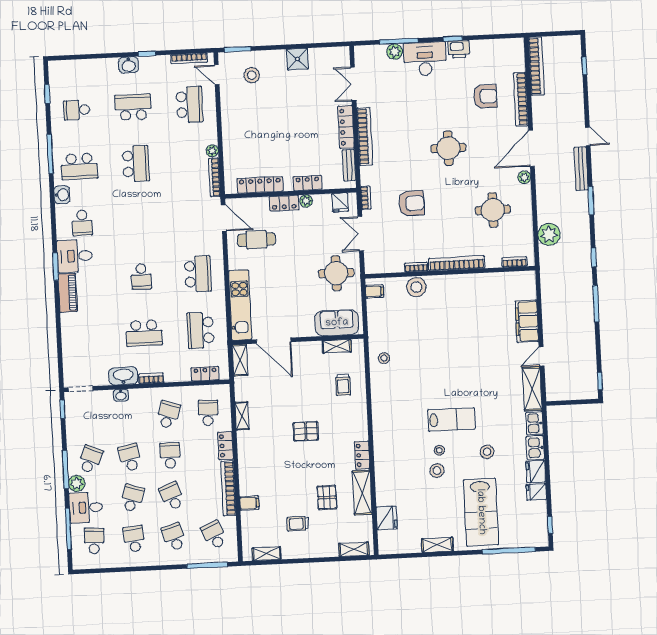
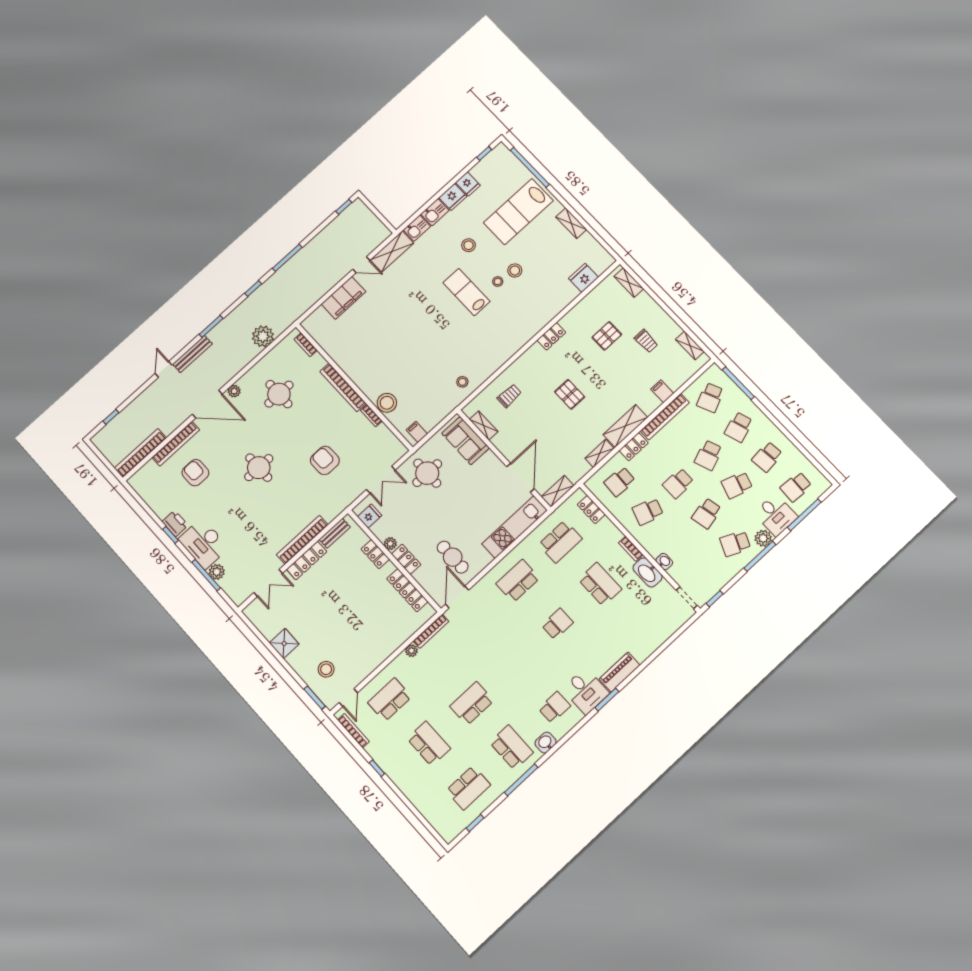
washbasin: (129, 65) -> (398, 776), removed
school desk: (133, 107) -> (429, 744), turned 180
school desk: (77, 110) -> (468, 788), width x1.85
bookcase: (366, 198) -> (350, 499), removed
shelving: (362, 493) -> (625, 426), moved
lab bench: (481, 512) -> (518, 212), turned 180

